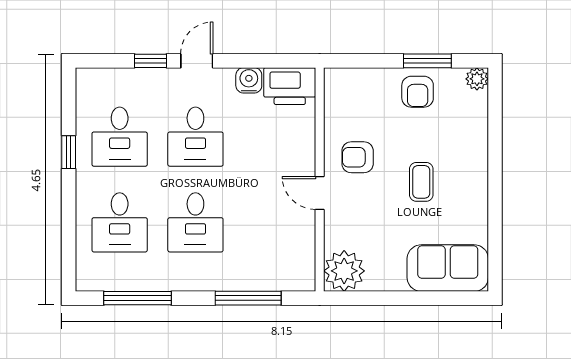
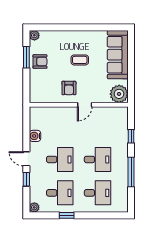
plant: (87, 79) -> (34, 207), added
printer: (290, 86) -> (38, 118), removed
sofa: (448, 268) -> (118, 55), width x1.36
window: (137, 298) -> (131, 172), moved
window: (248, 298) -> (131, 136), width x0.46

